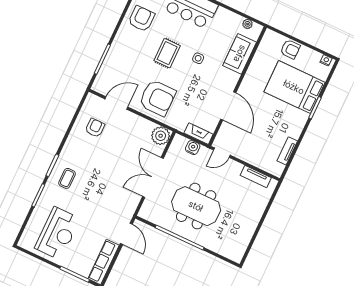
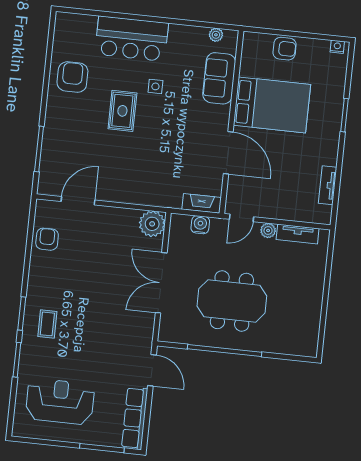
side table: (198, 58) -> (155, 86), moved
bed: (294, 87) -> (272, 105), moved, turned 180
armchair: (157, 98) -> (130, 175), removed
armchair: (95, 128) -> (47, 239), moved
plant: (237, 167) -> (268, 231), added
reception desk: (57, 233) -> (60, 401), turned -90

